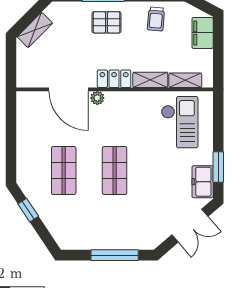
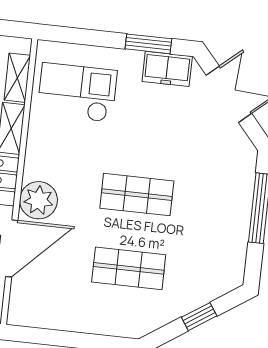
plant: (97, 98) -> (39, 200), width x1.88, depth x1.88
window: (28, 210) -> (199, 317), moved

